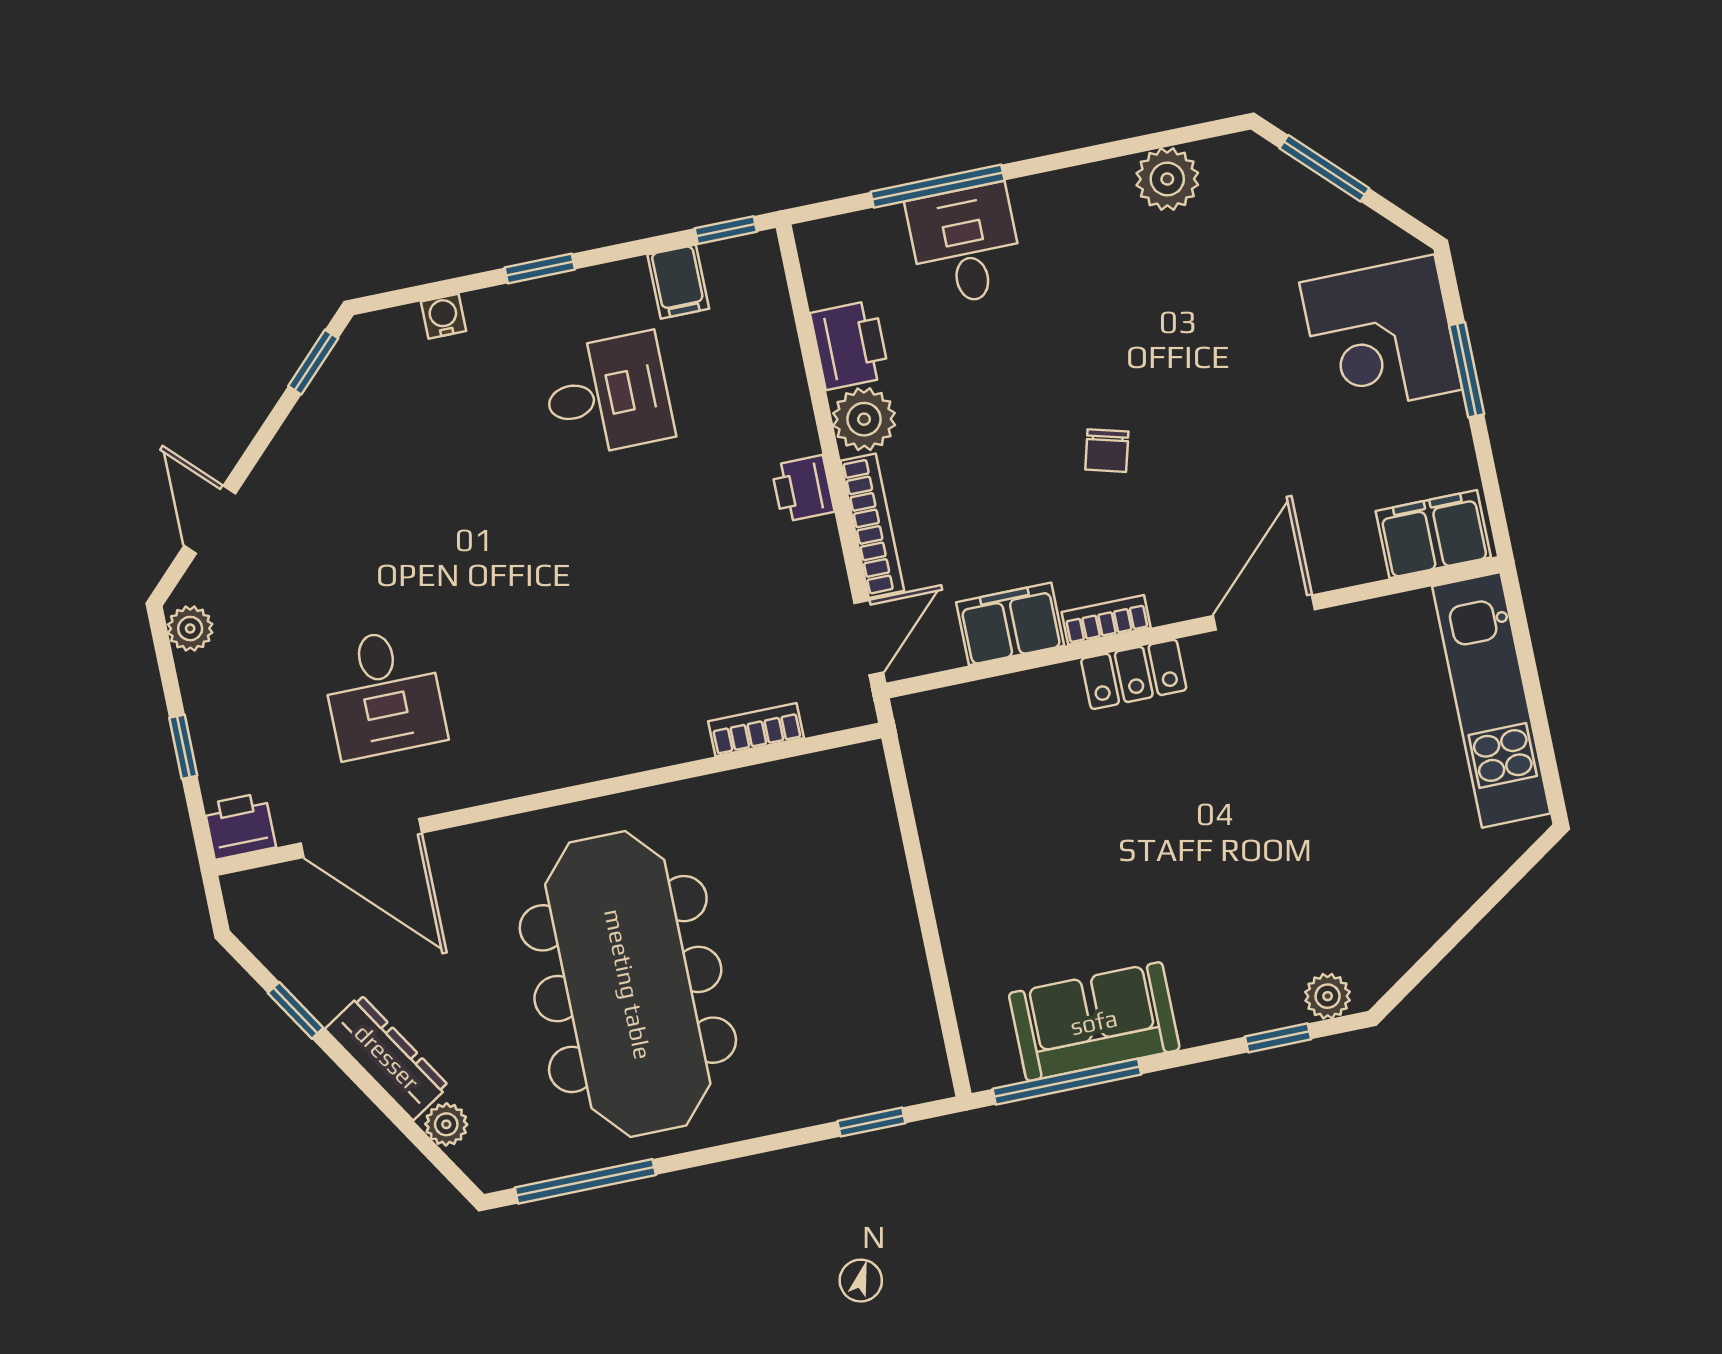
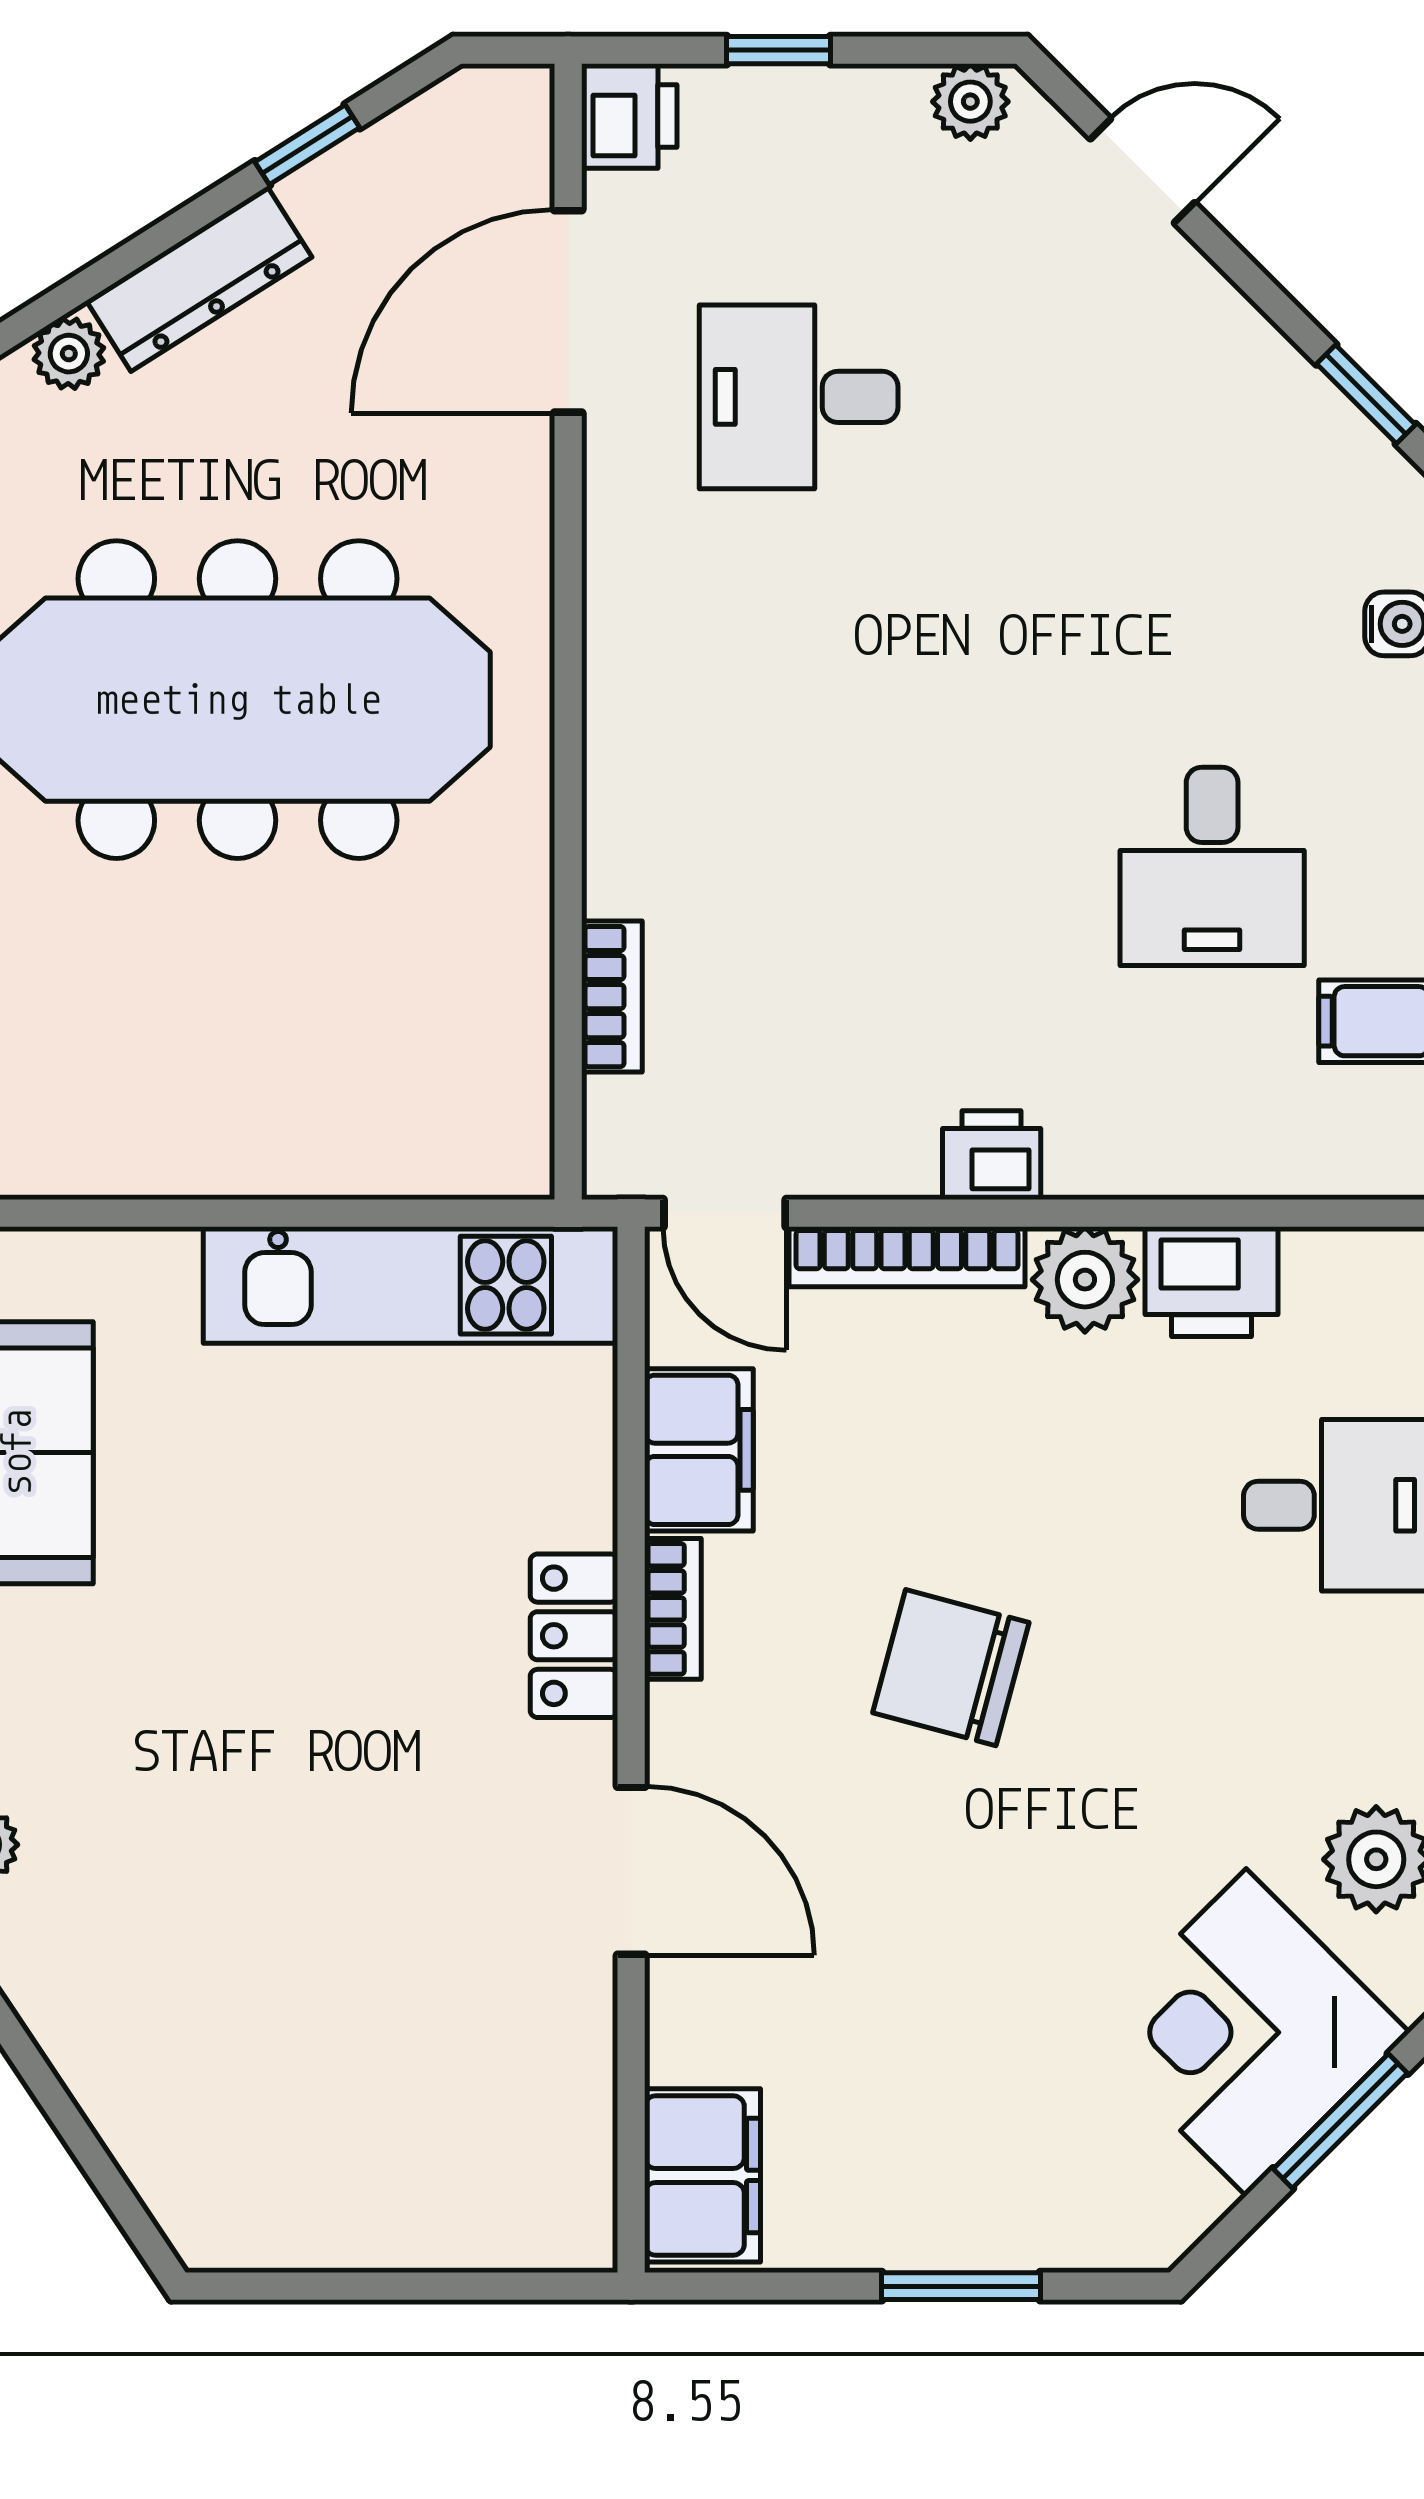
corner desk: (1381, 336) -> (1246, 2032), moved, turned -45
chair: (1107, 451) -> (951, 1668), width x1.87, depth x1.87
kitchen unit: (1491, 700) -> (411, 1285), moved, turned 180

